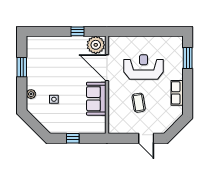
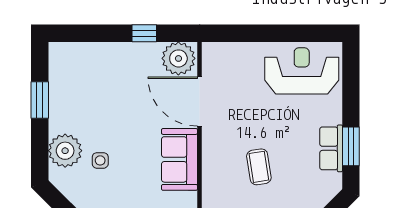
window: (188, 58) -> (351, 146), moved
reception desk: (144, 67) -> (302, 71), moved
plant: (31, 94) -> (65, 151), width x1.87, depth x1.87

